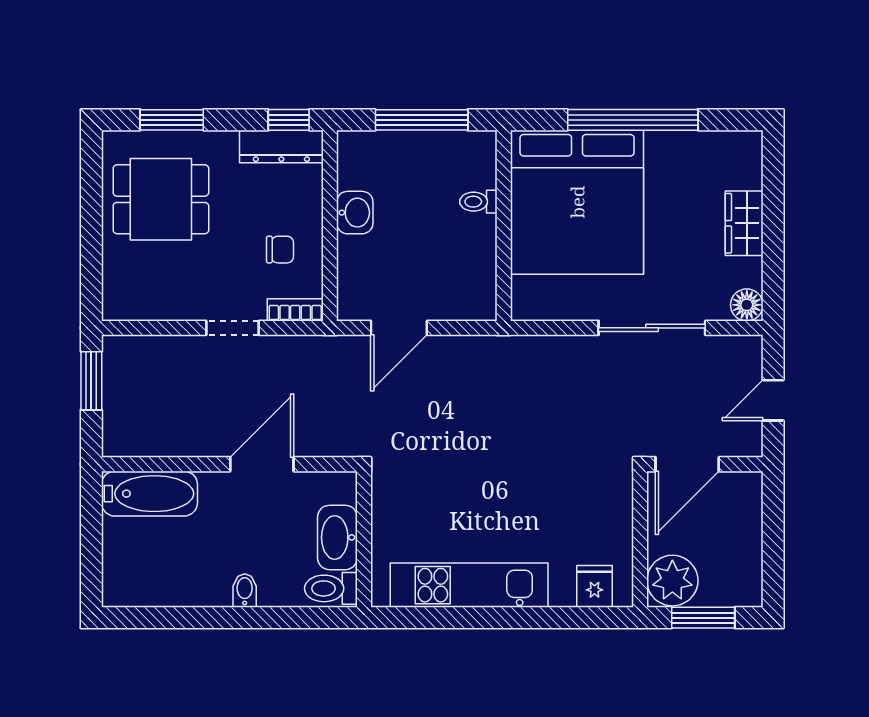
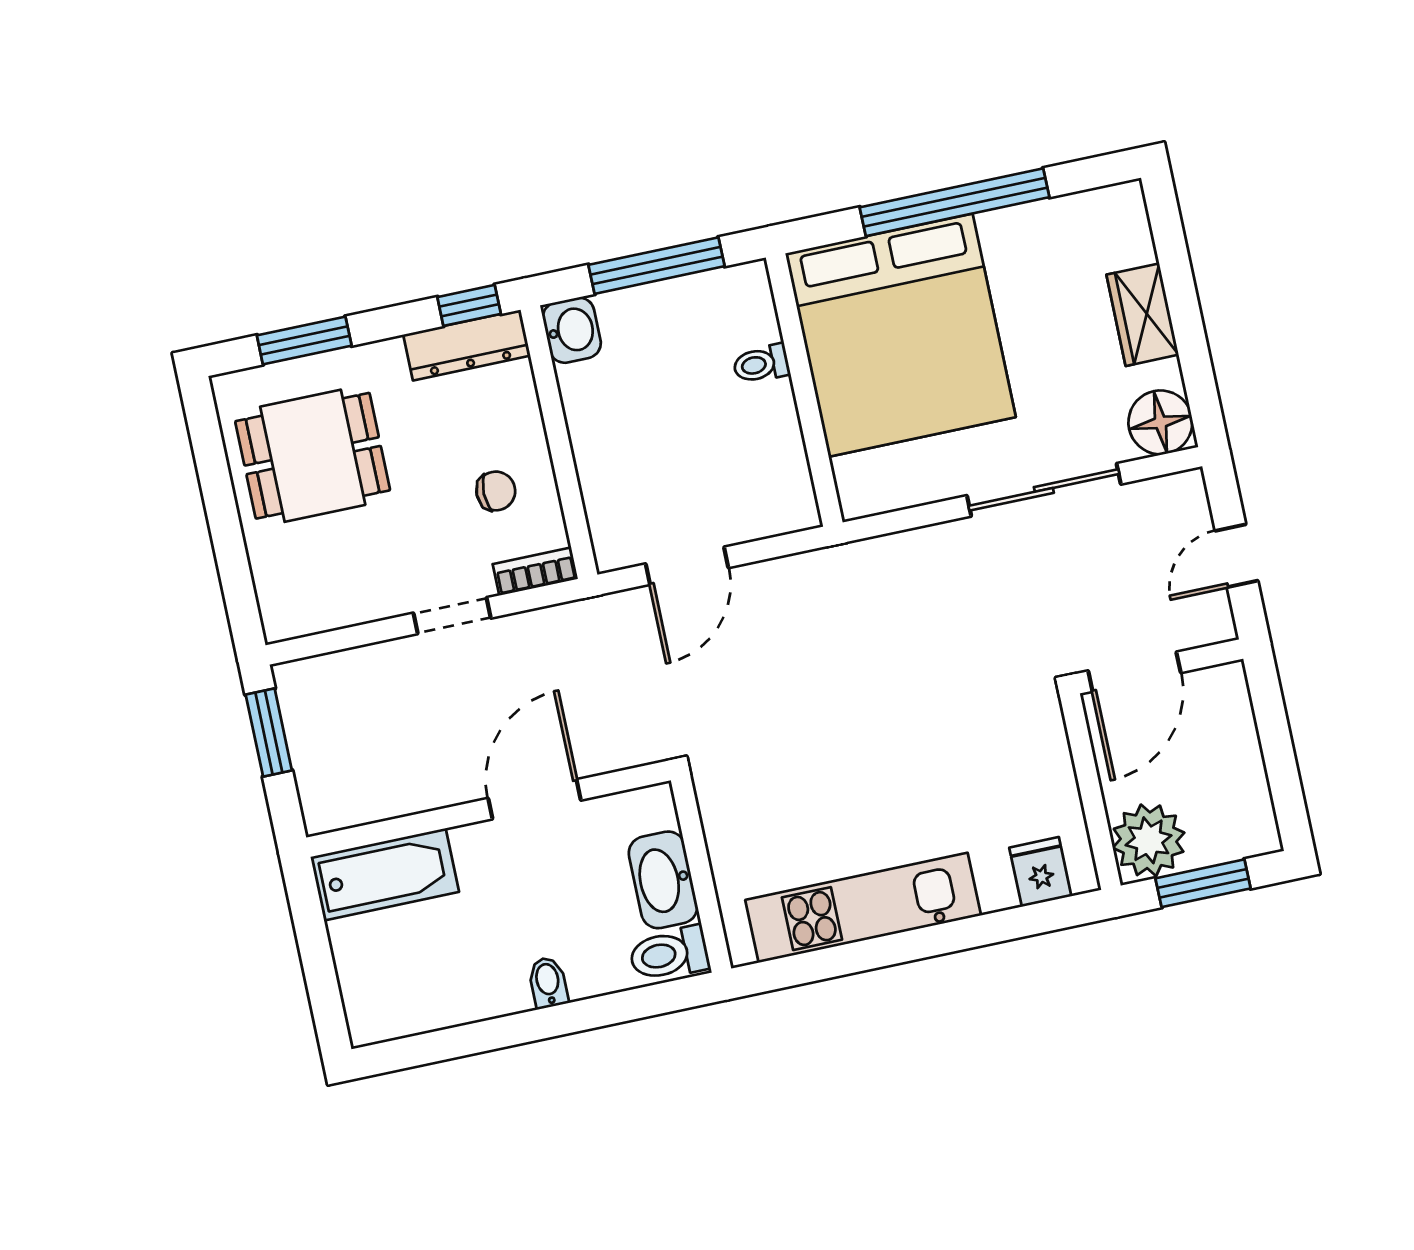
washbasin: (355, 213) -> (572, 330), moved
floor lamp: (747, 305) -> (1160, 422), width x1.38, depth x1.38

